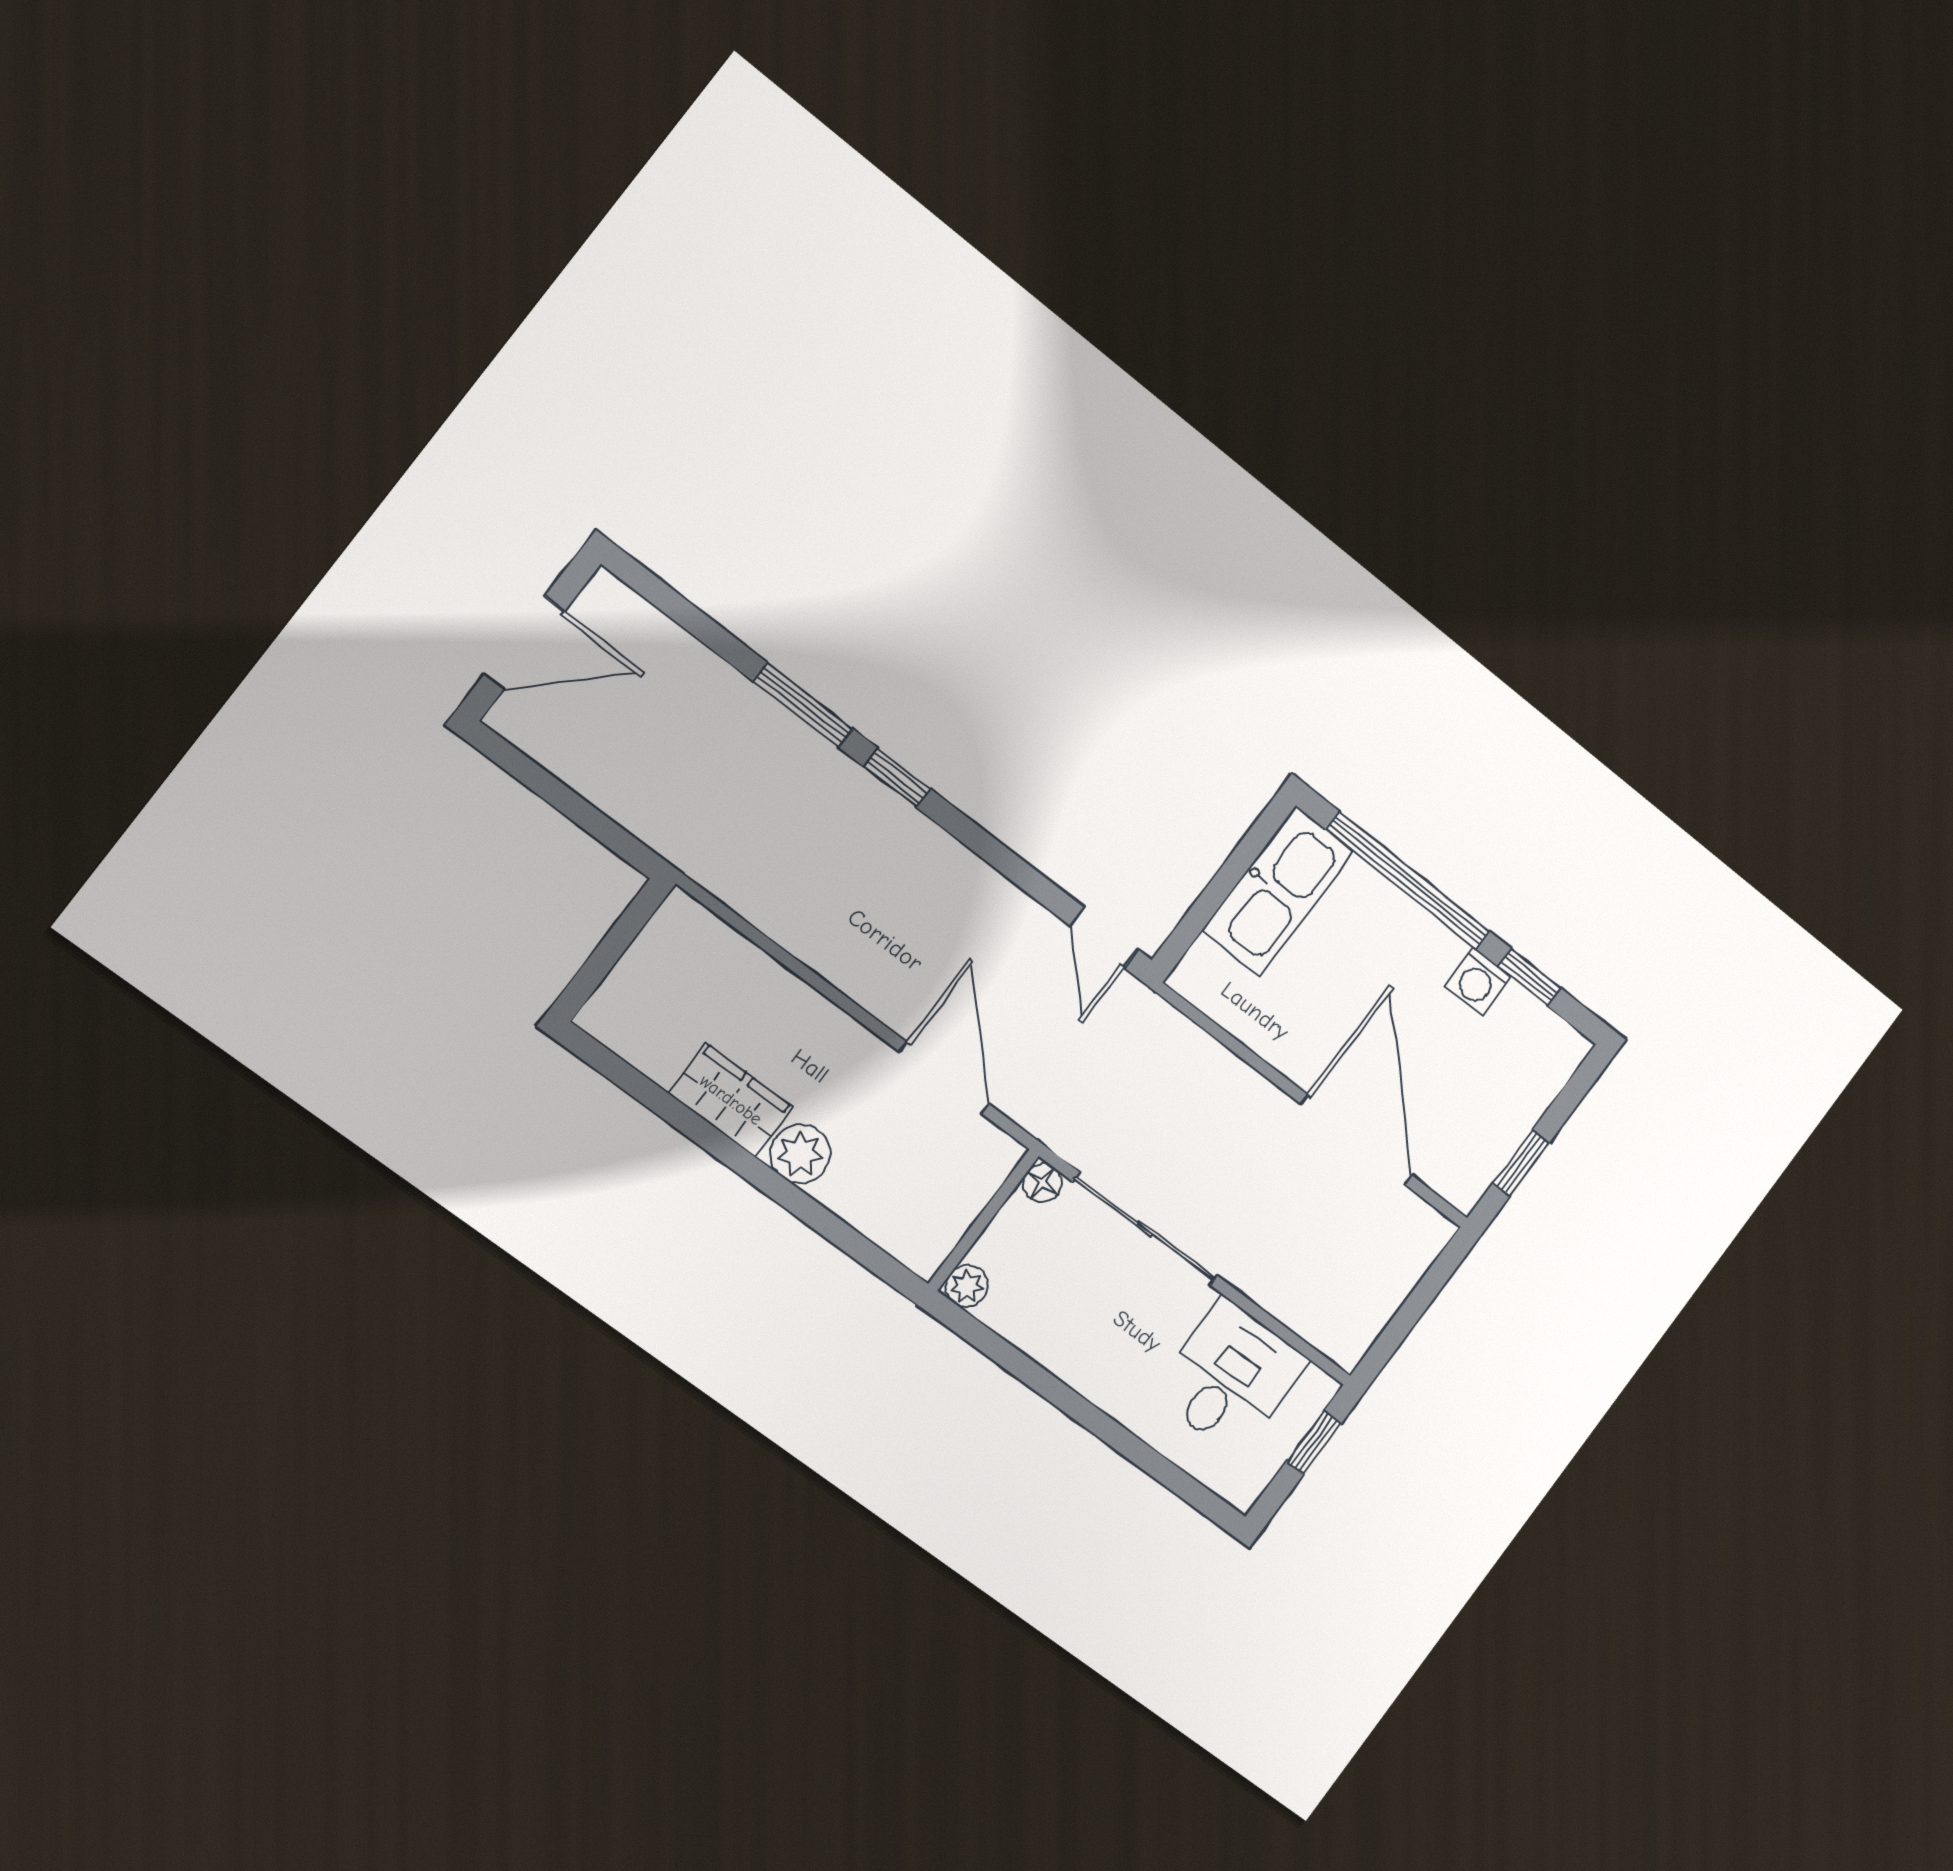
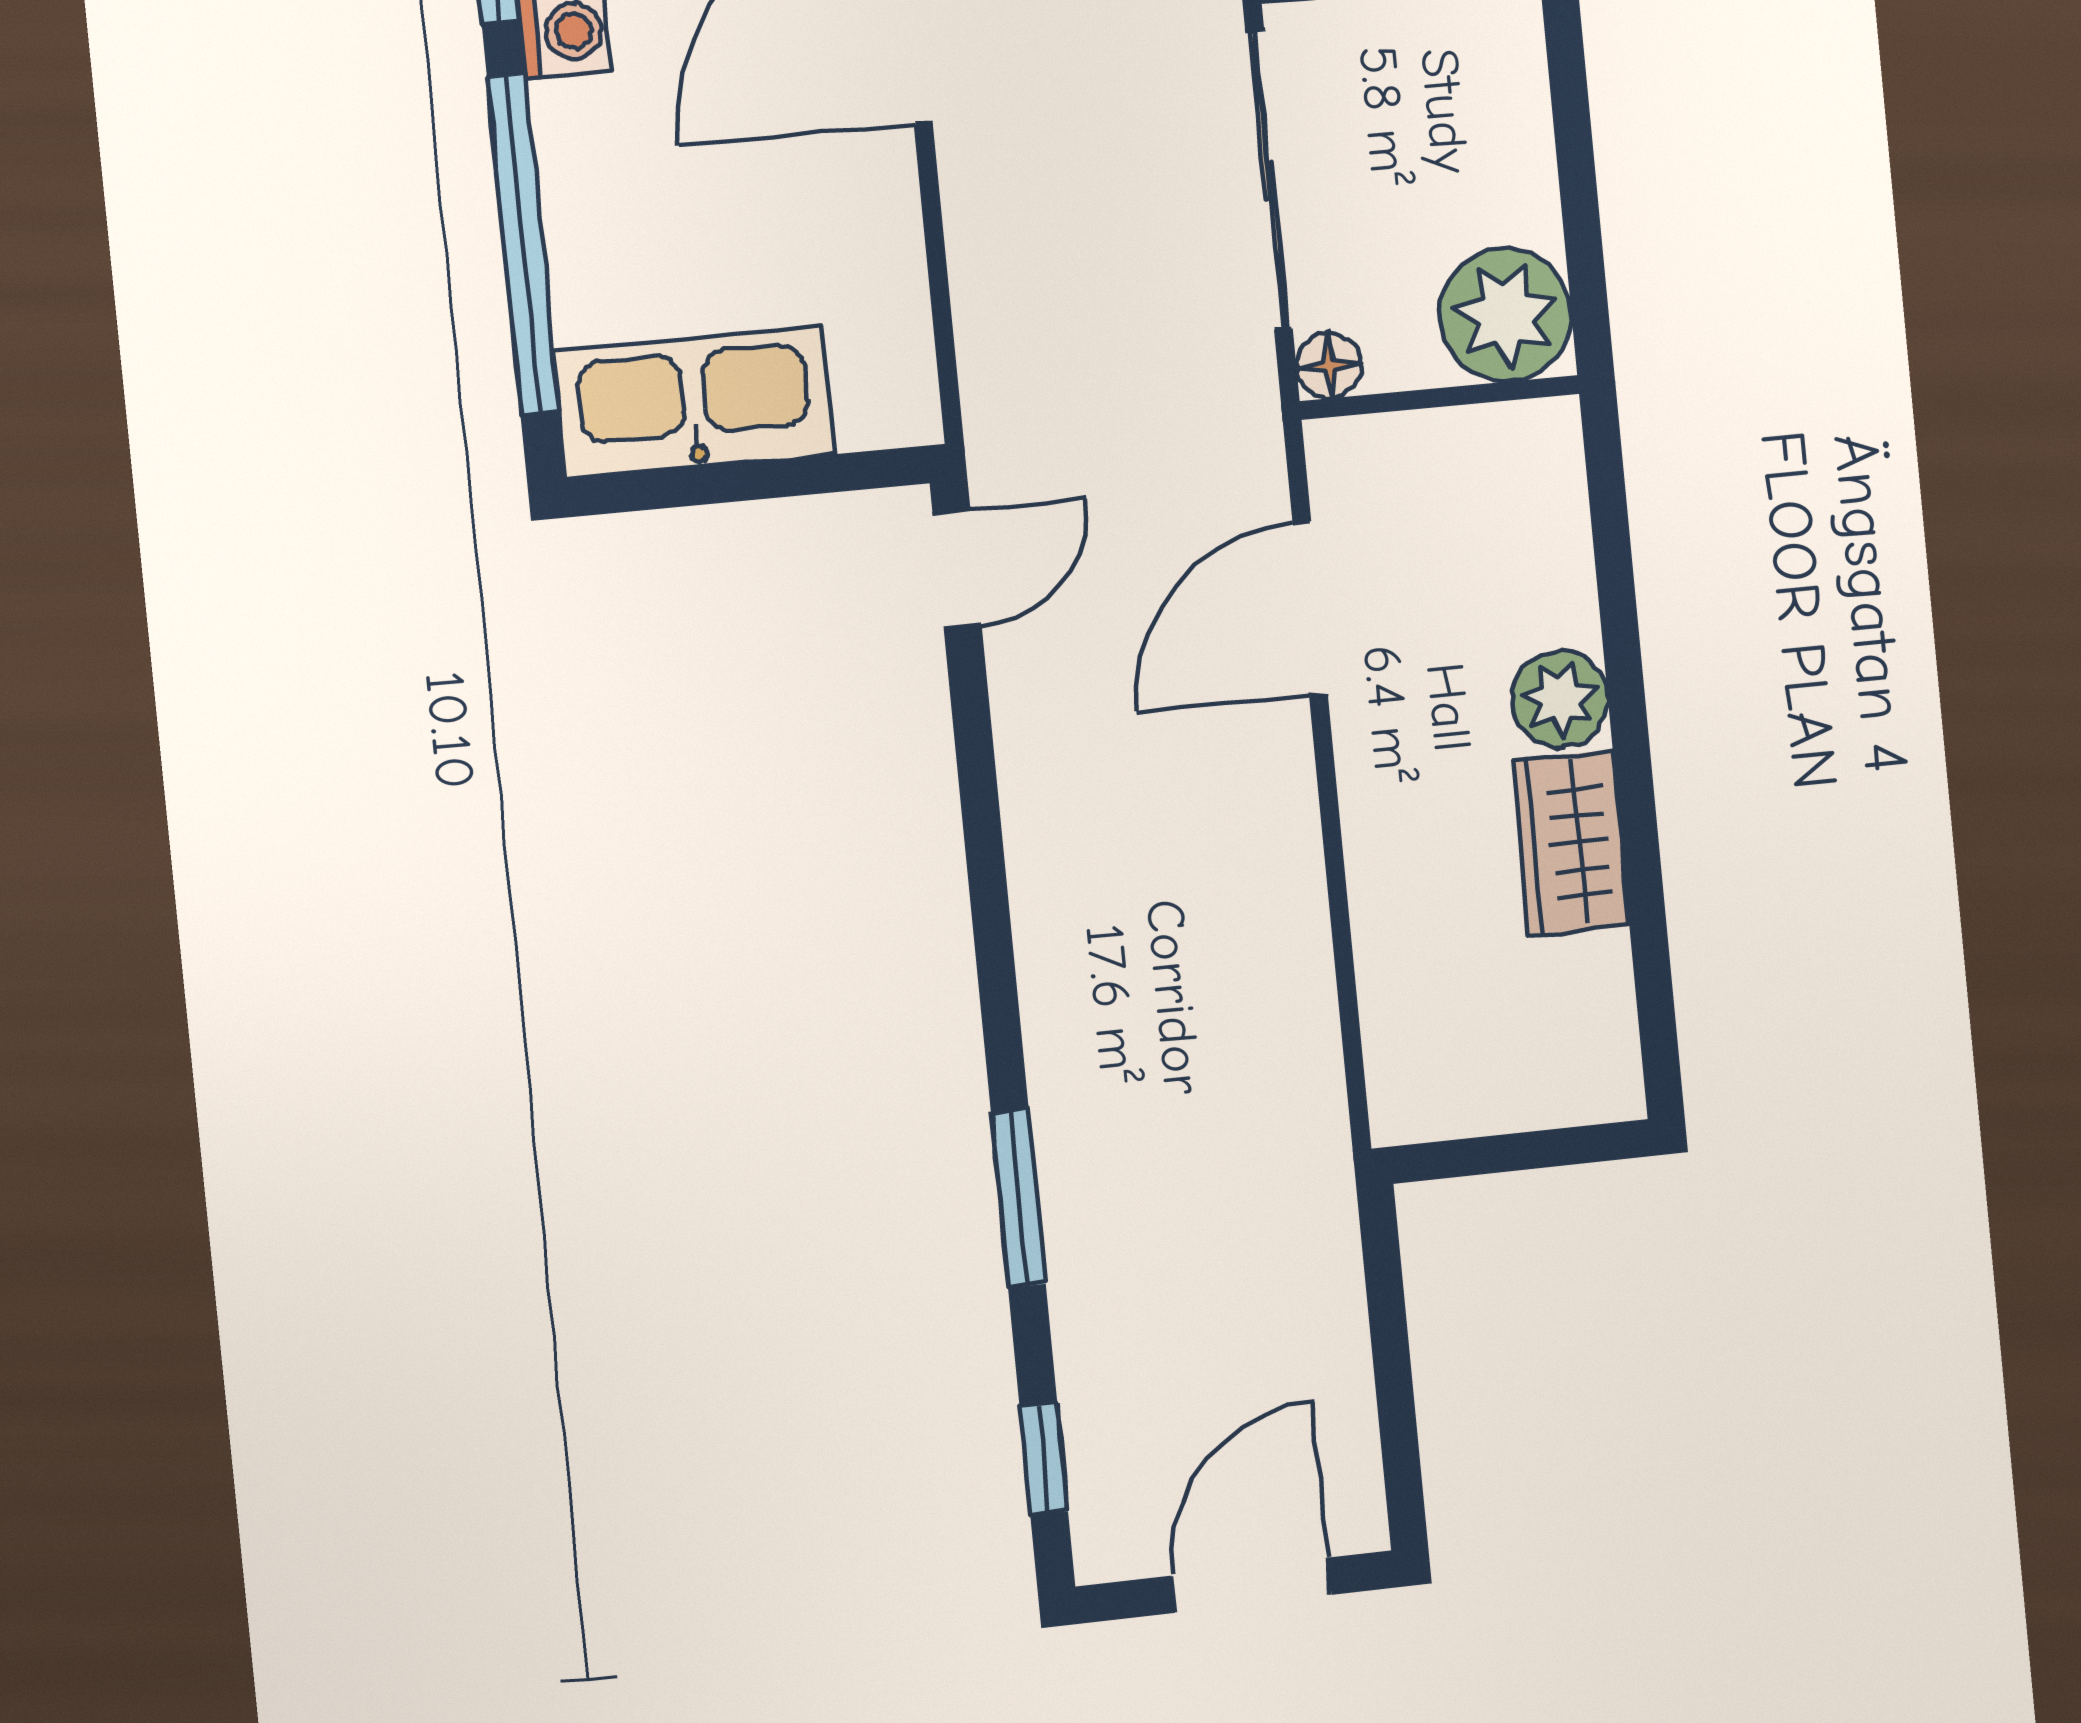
door: (524, 643) -> (1251, 1585), hinge flipped
window: (897, 778) -> (1044, 1459), moved
plant: (967, 1286) -> (1505, 315), width x1.87, depth x1.87

